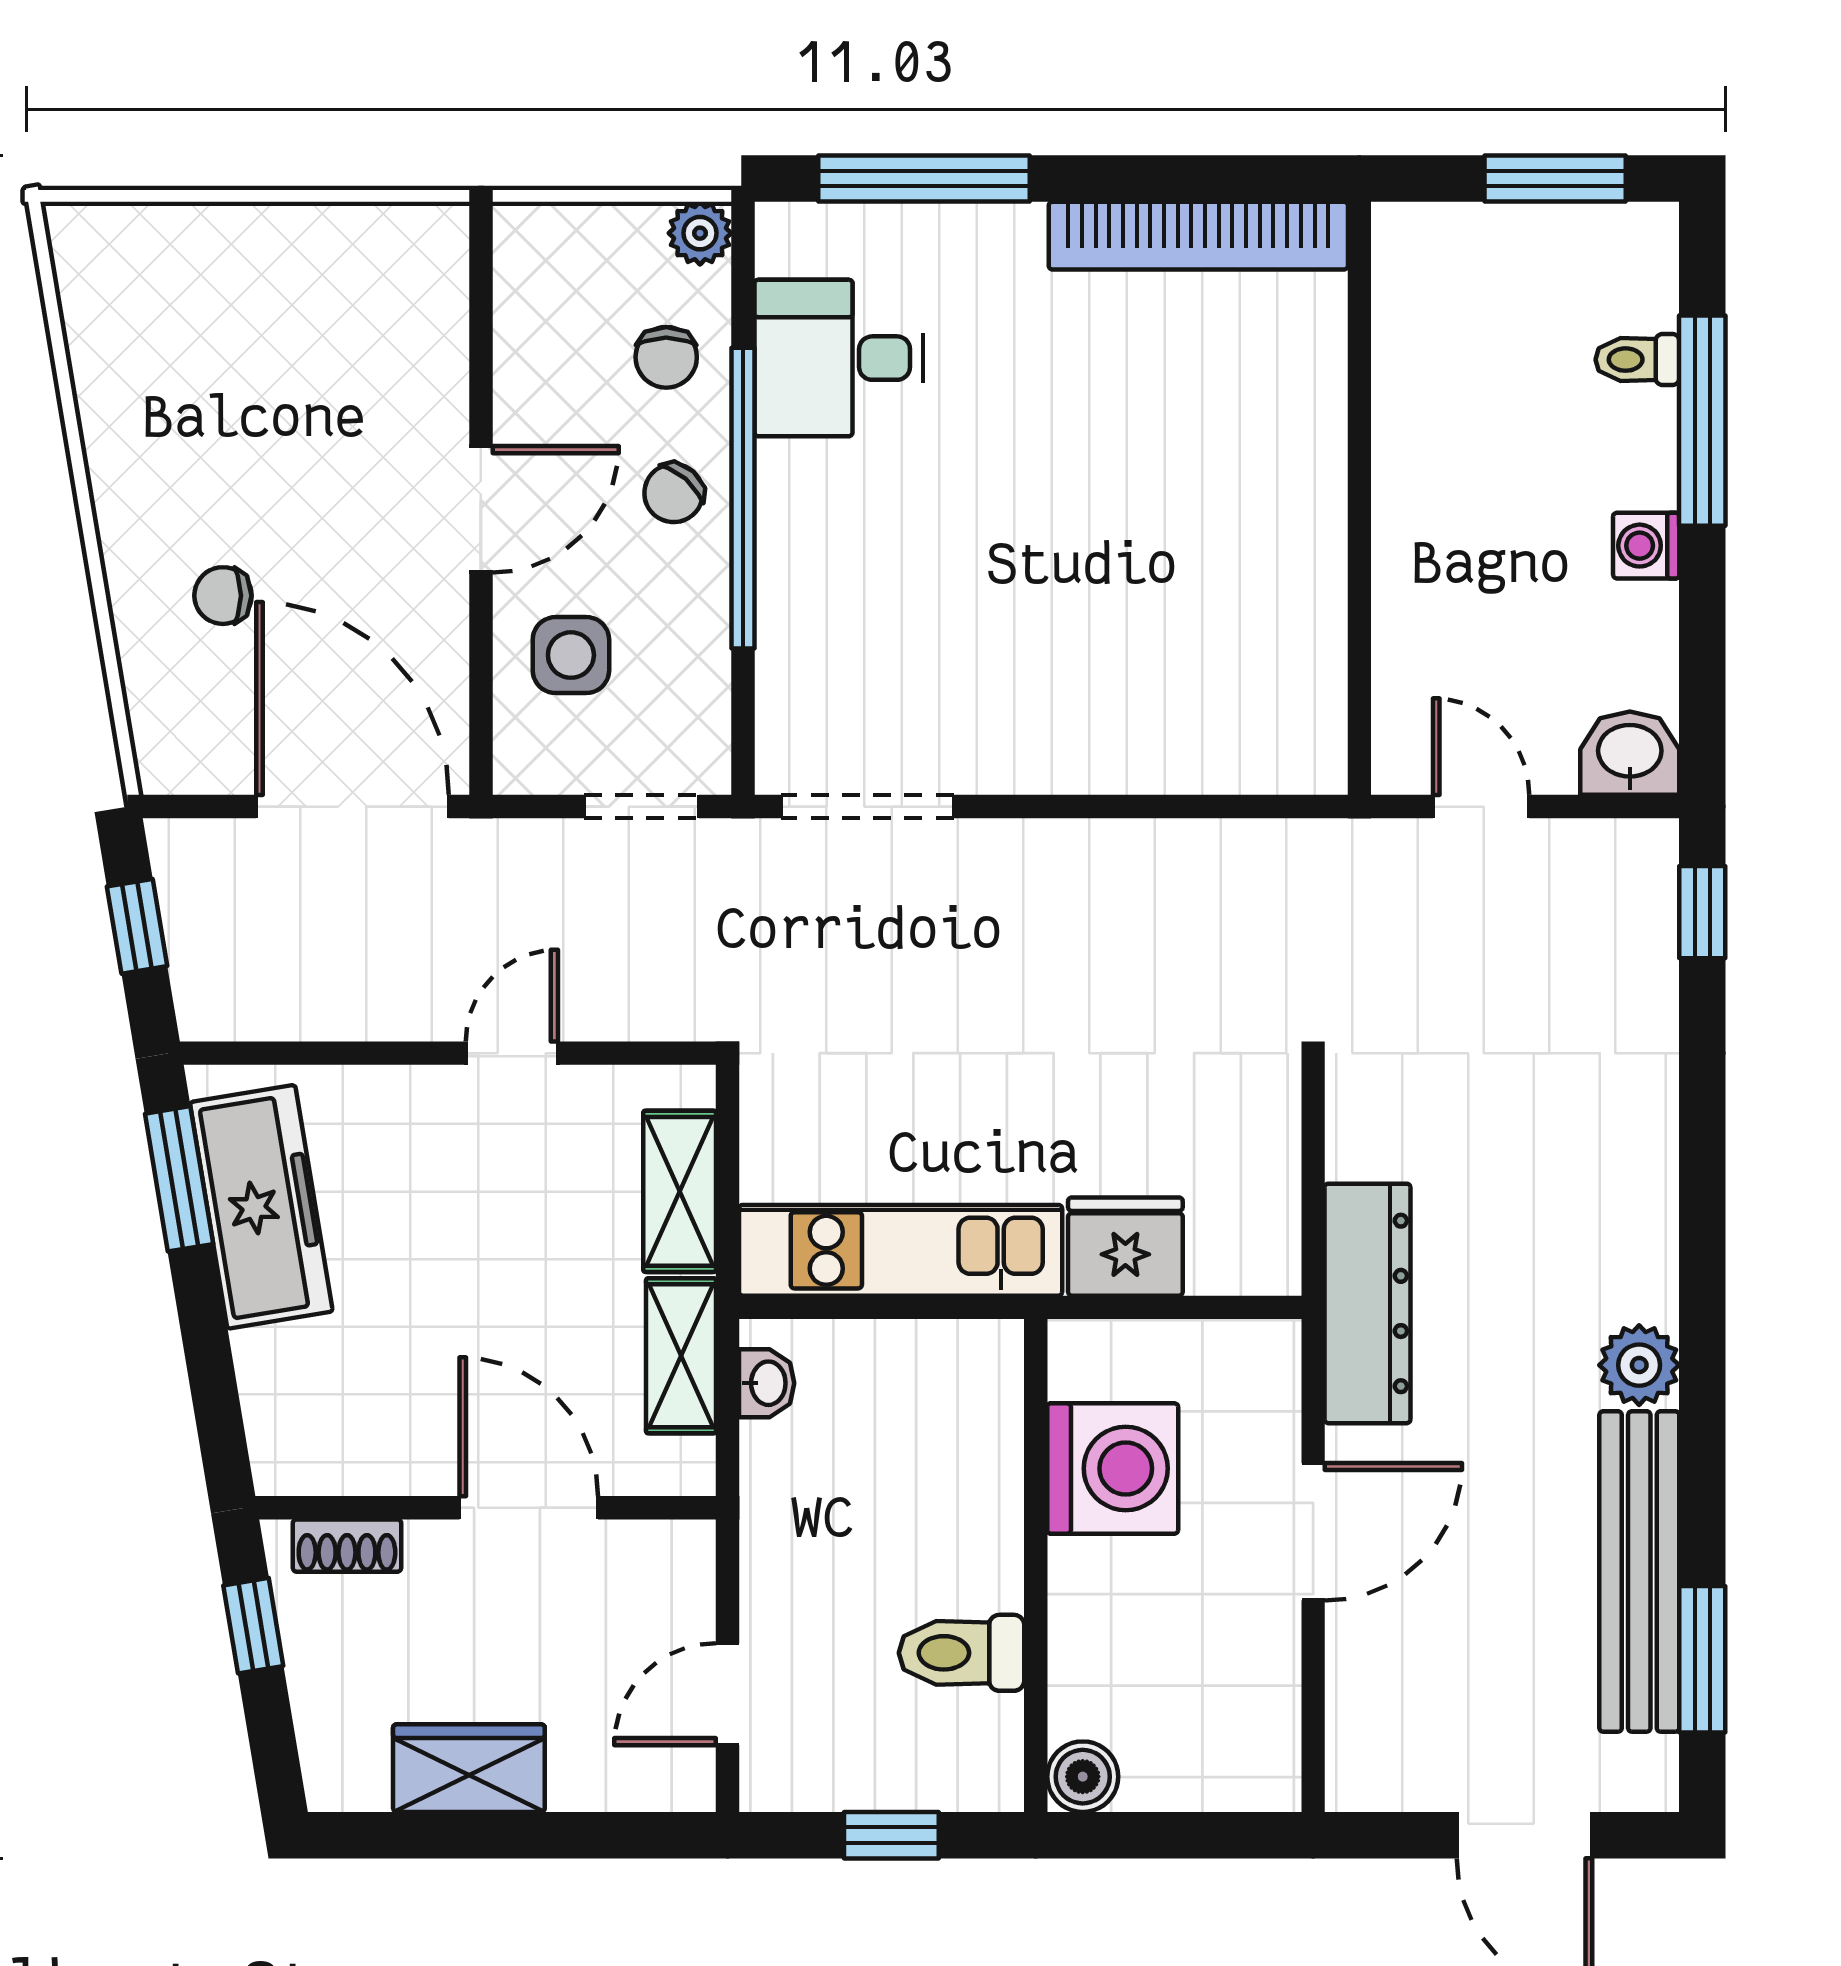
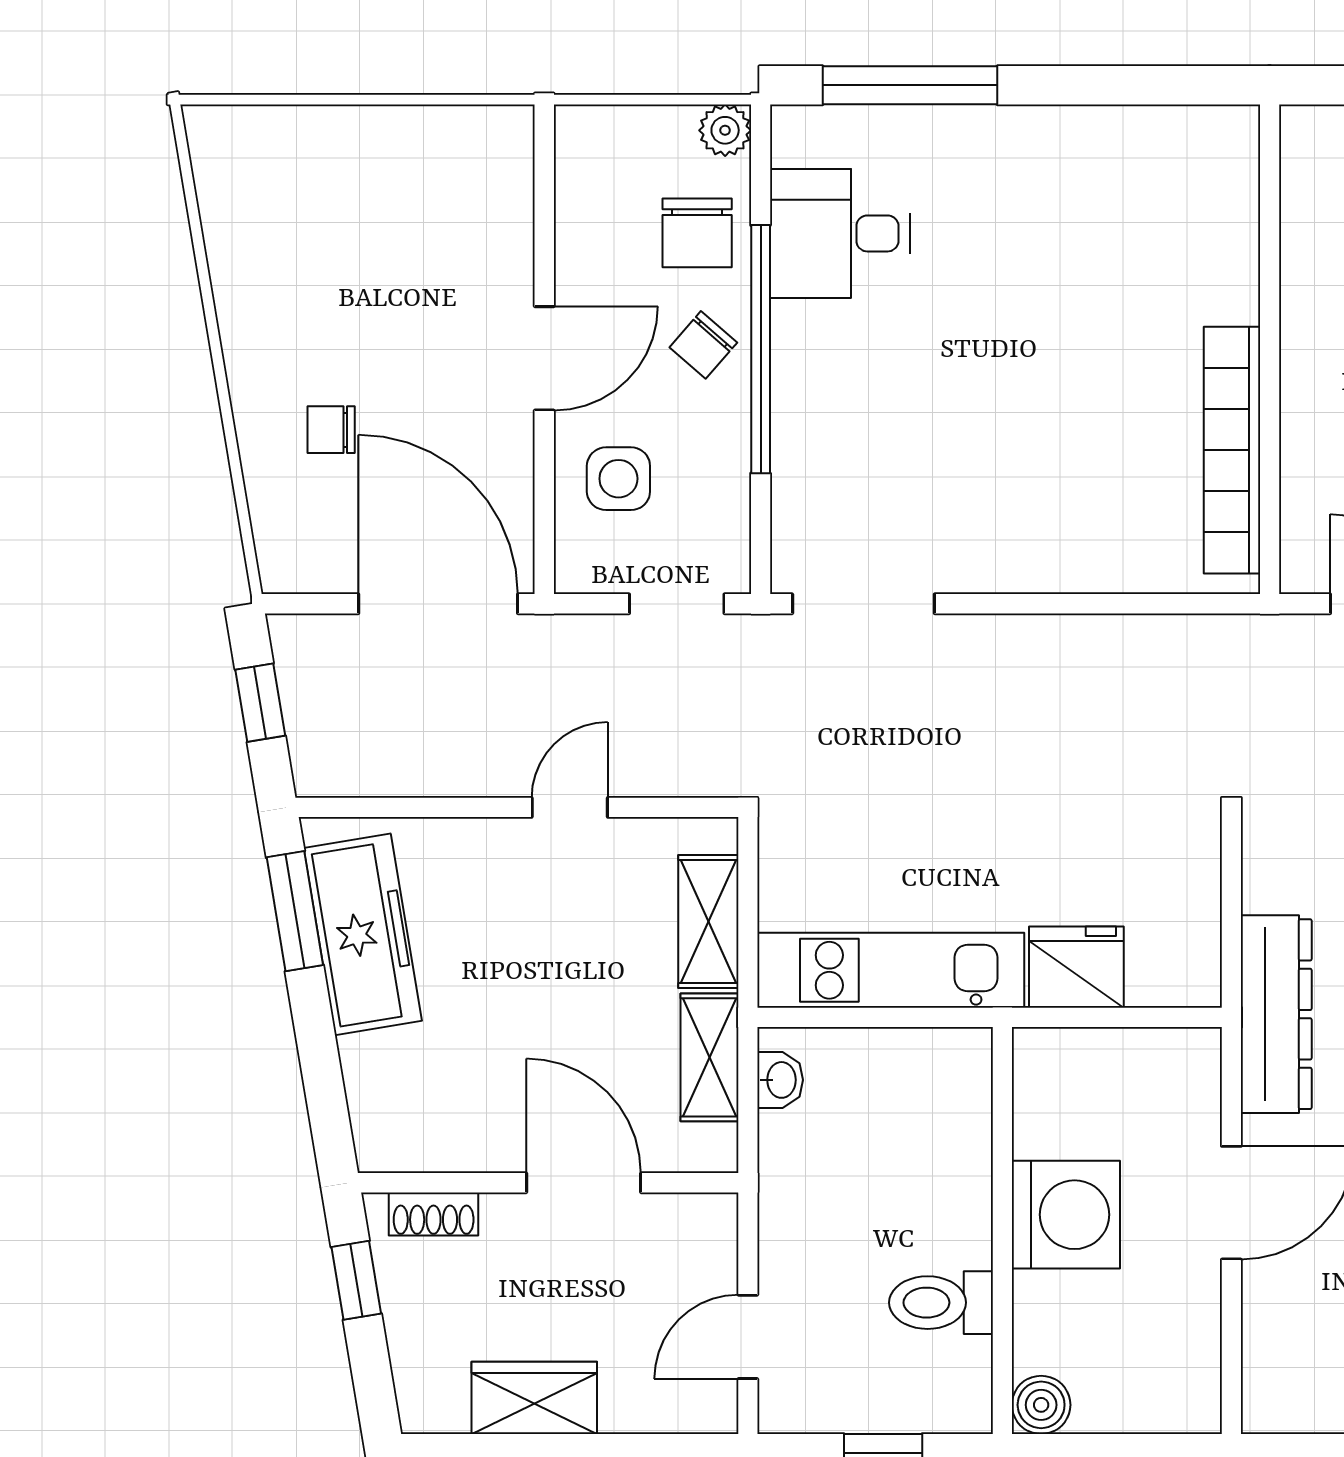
bookcase: (1198, 236) -> (1232, 450), moved, turned 90
chair: (666, 357) -> (697, 233), width x1.37, depth x1.37
washing machine: (1113, 1468) -> (1066, 1215), moved

